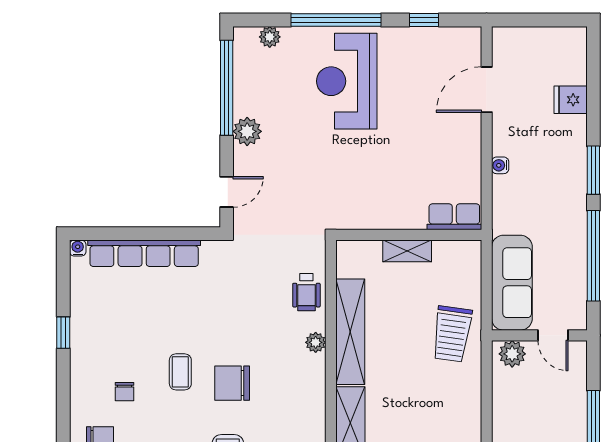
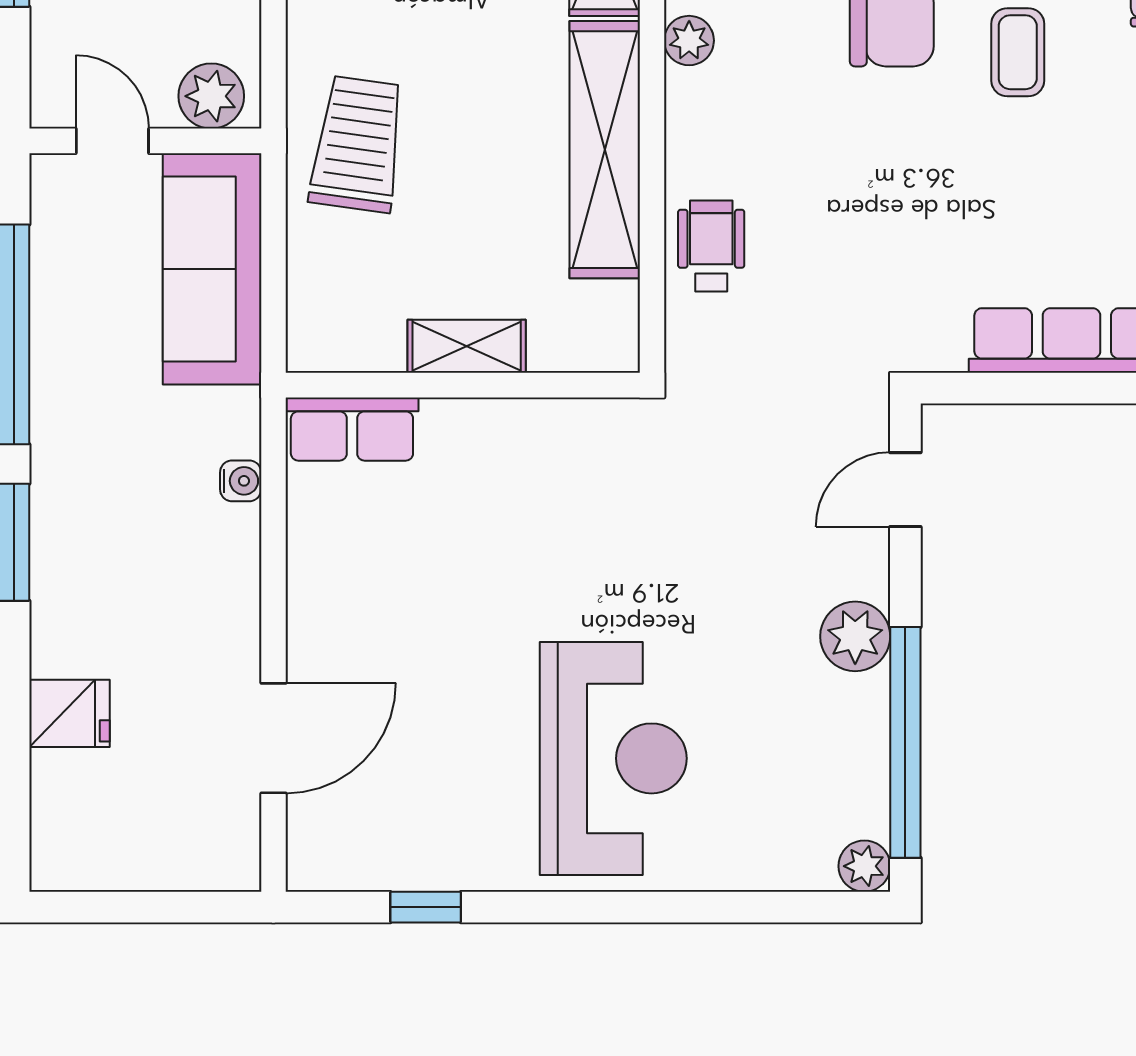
window: (336, 20) -> (639, 907), removed
plant: (270, 37) -> (864, 866), moved
water cooler: (500, 165) -> (241, 481), moved
plant: (316, 342) -> (689, 41), moved

